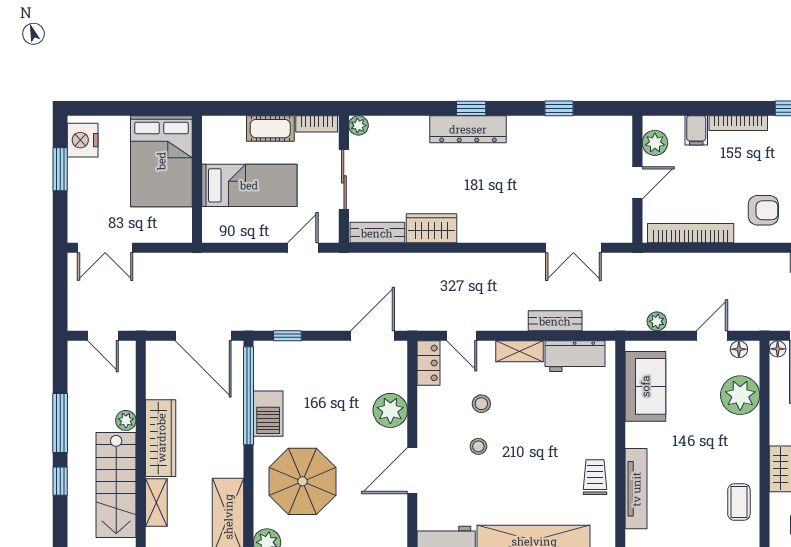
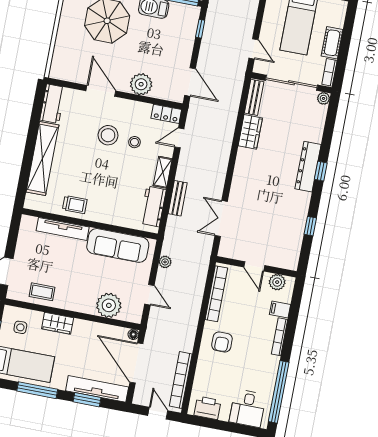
sliding door: (344, 179) -> (291, 83), width x1.37
floor lamp: (739, 349) -> (138, 310), removed
sofa: (645, 386) -> (118, 245), width x1.36
stool: (478, 446) -> (108, 135), width x1.89, depth x1.89

